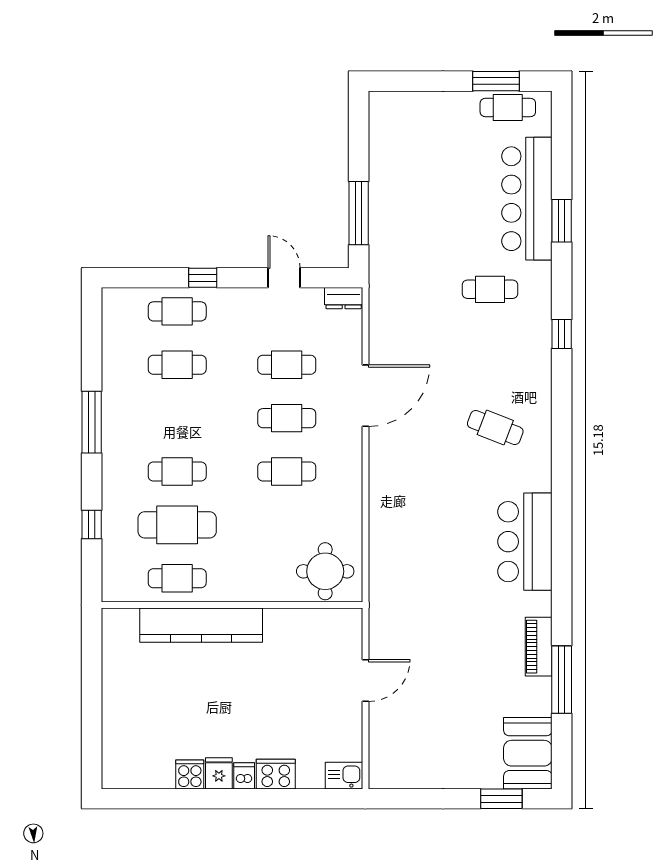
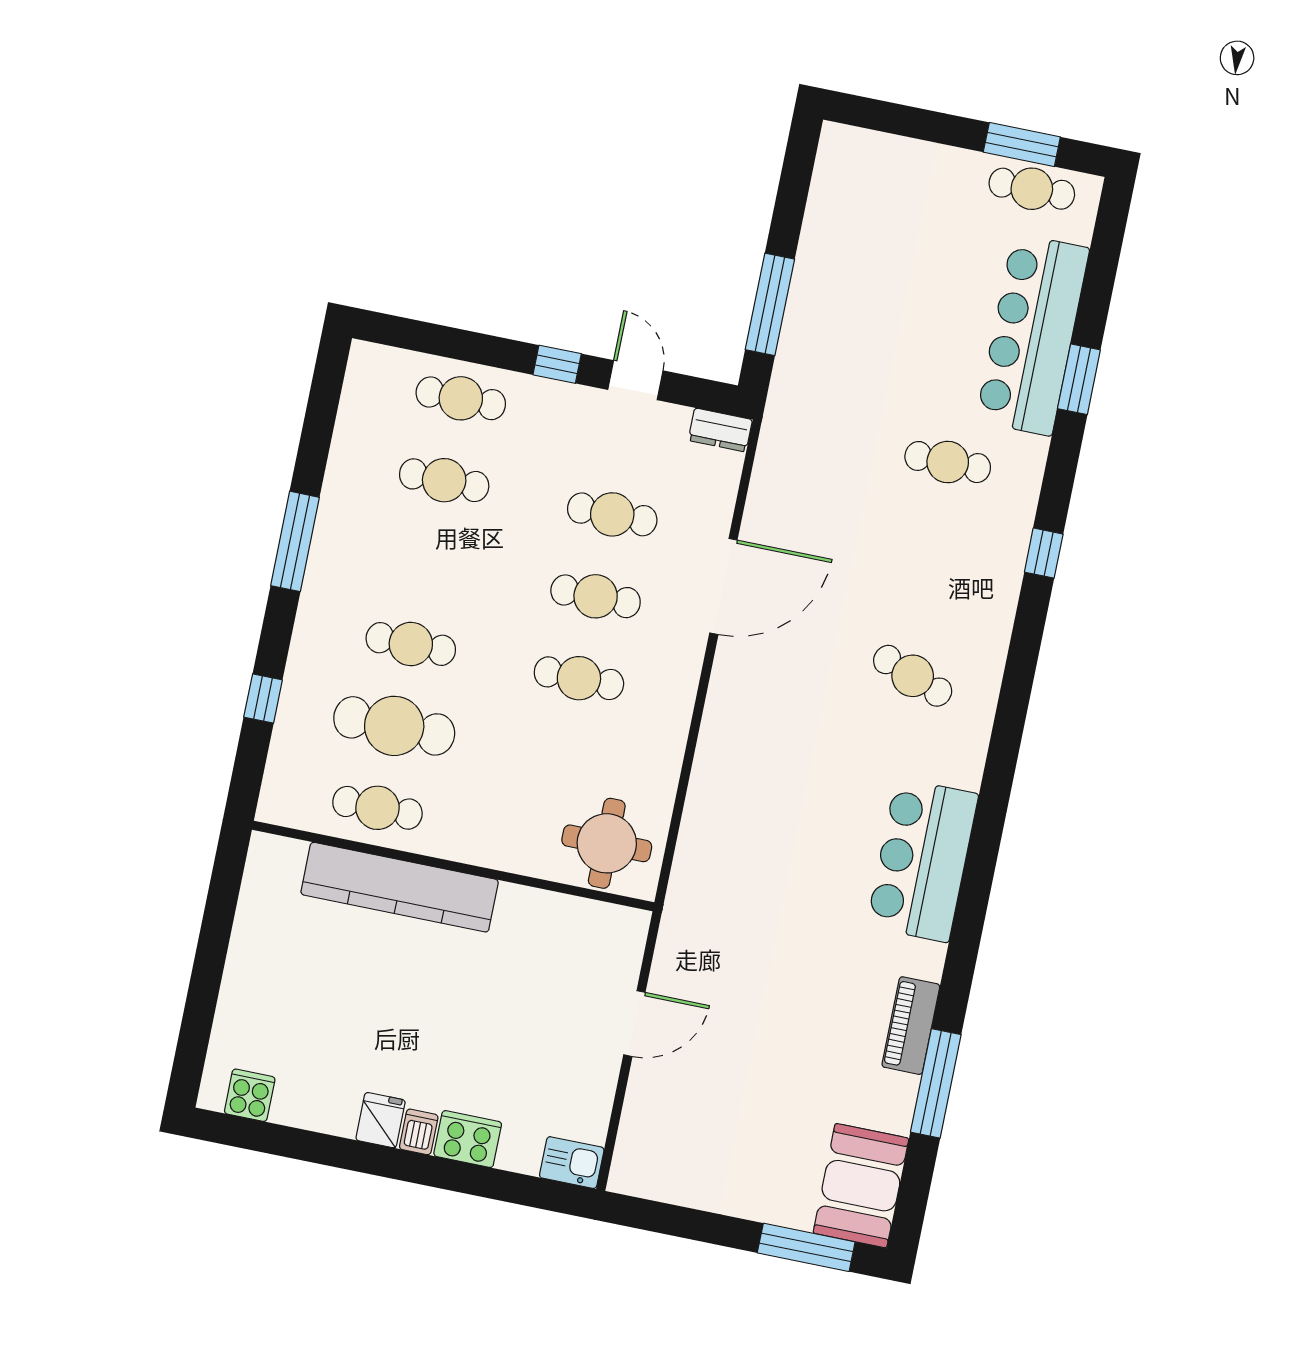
window: (203, 278) -> (557, 364), moved
cooker: (190, 774) -> (250, 1095), moved
window: (501, 799) -> (806, 1247), width x1.44

